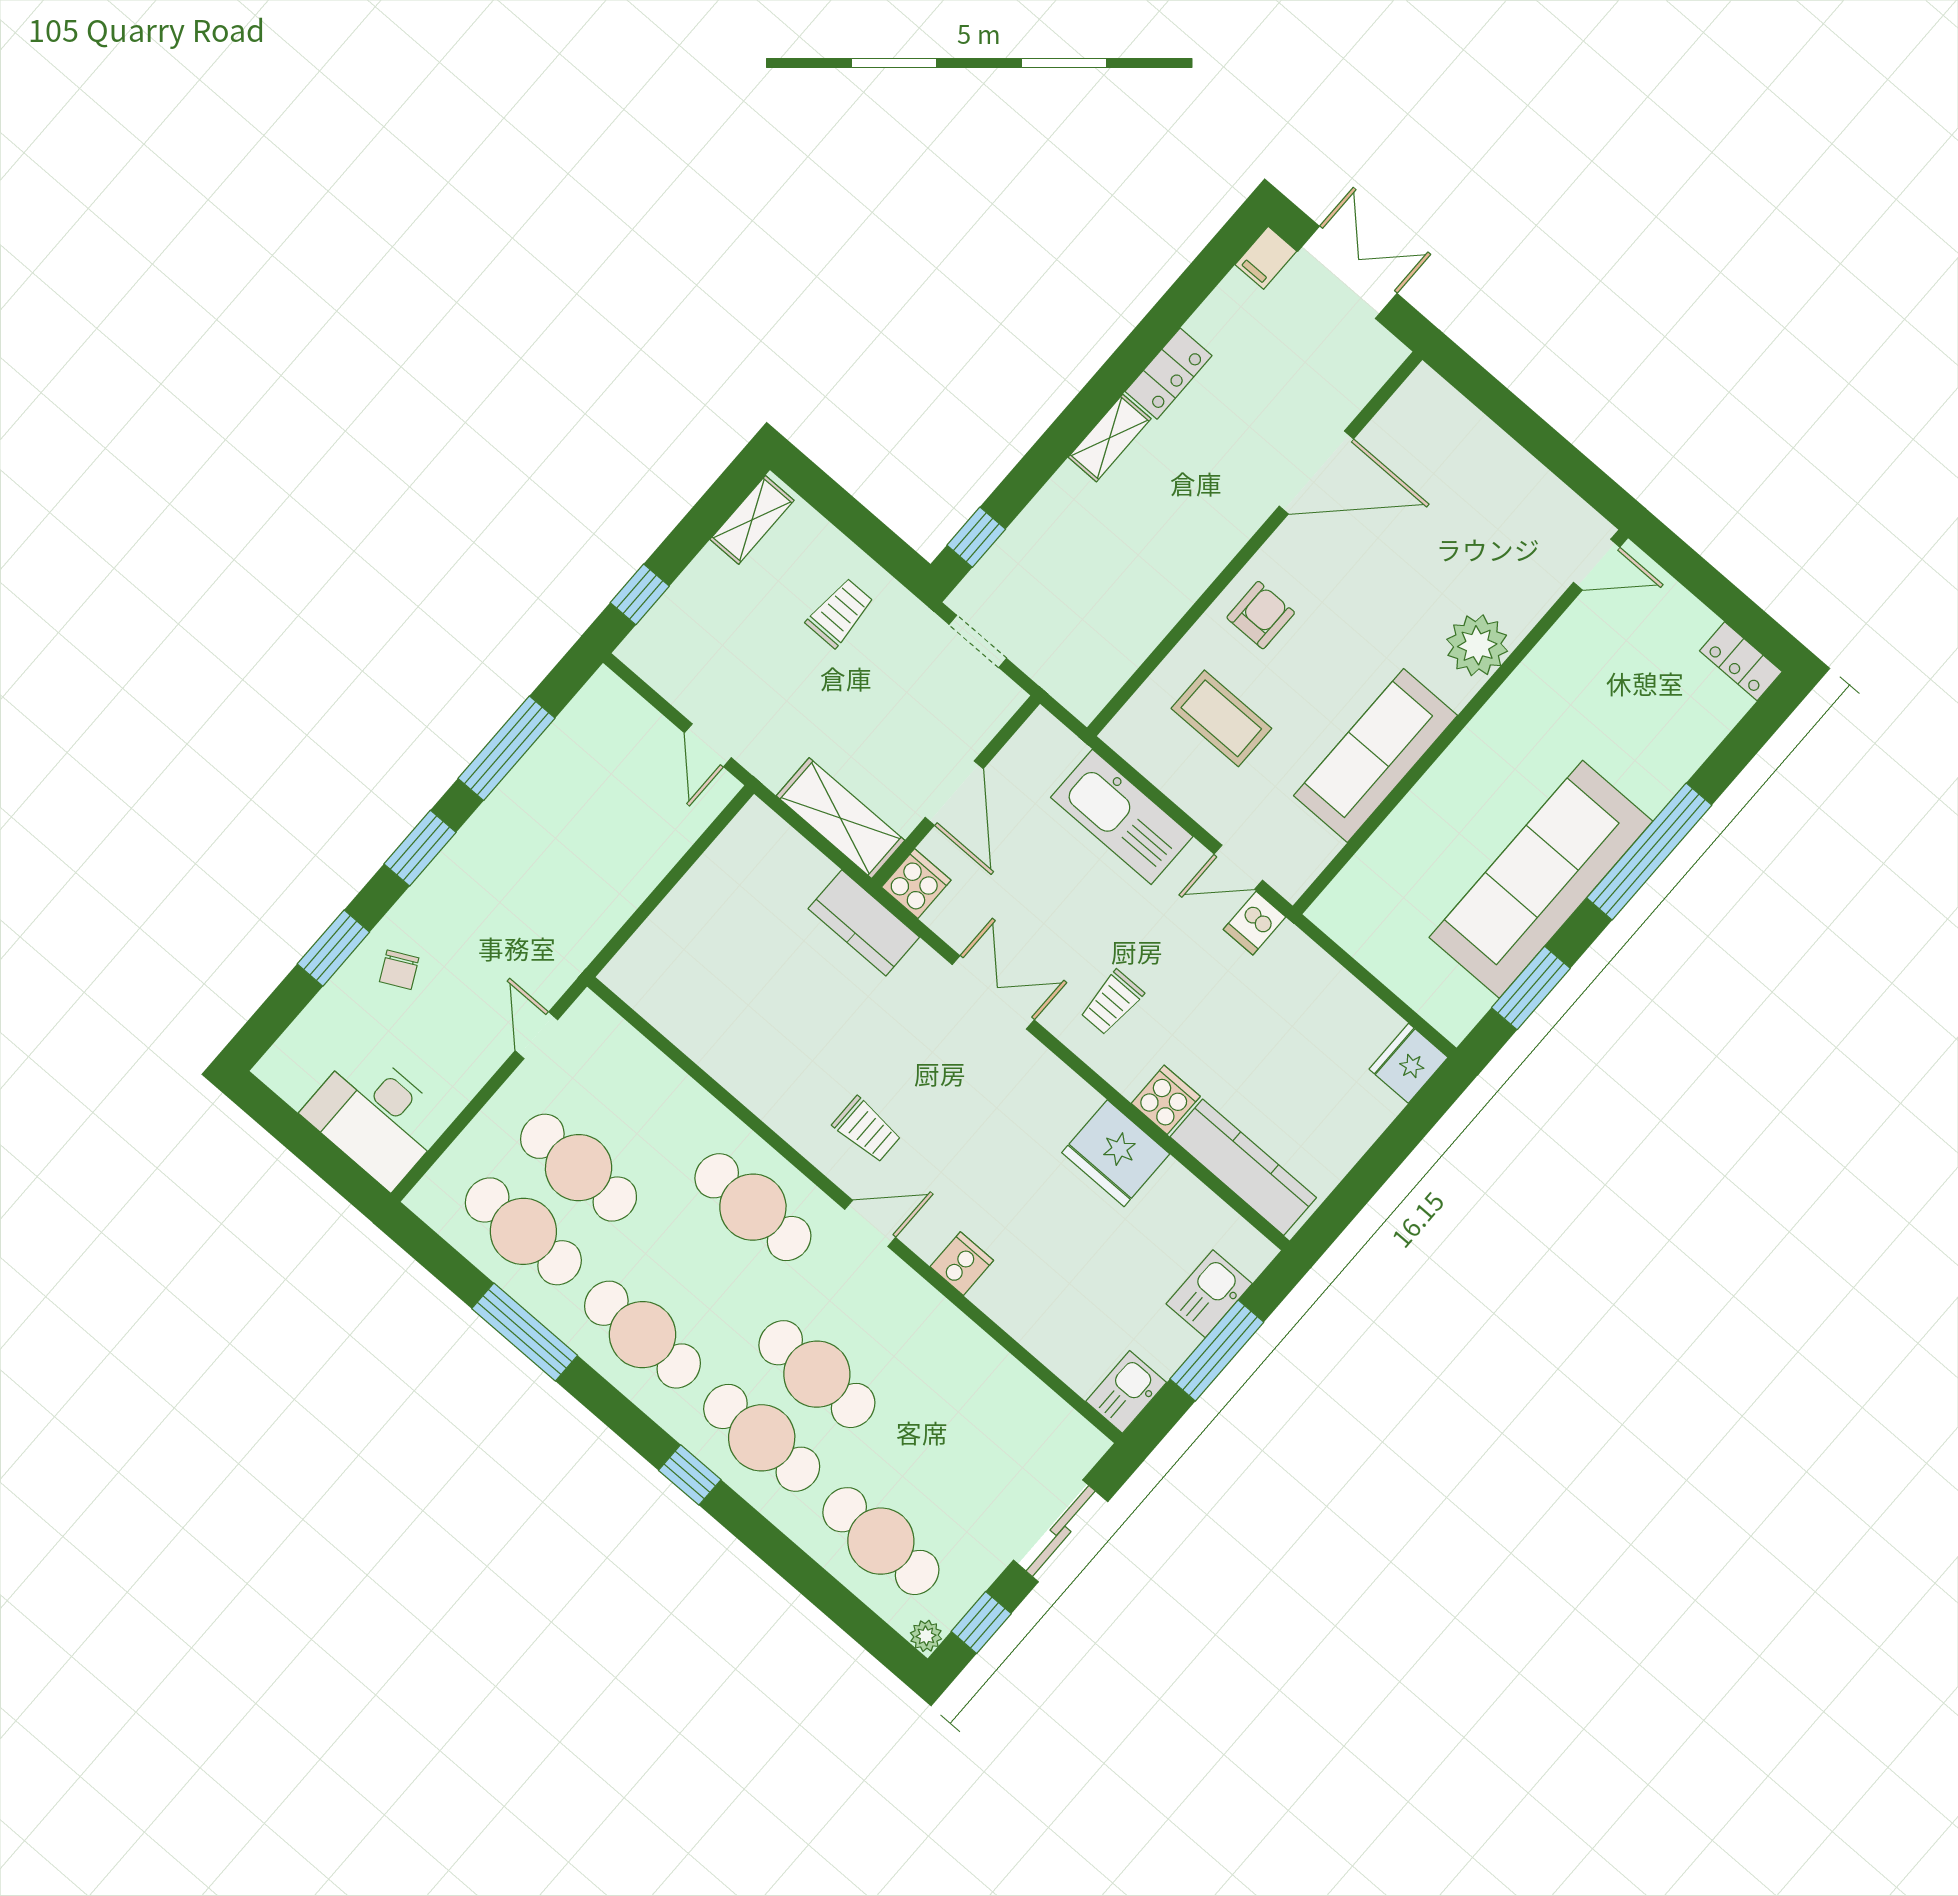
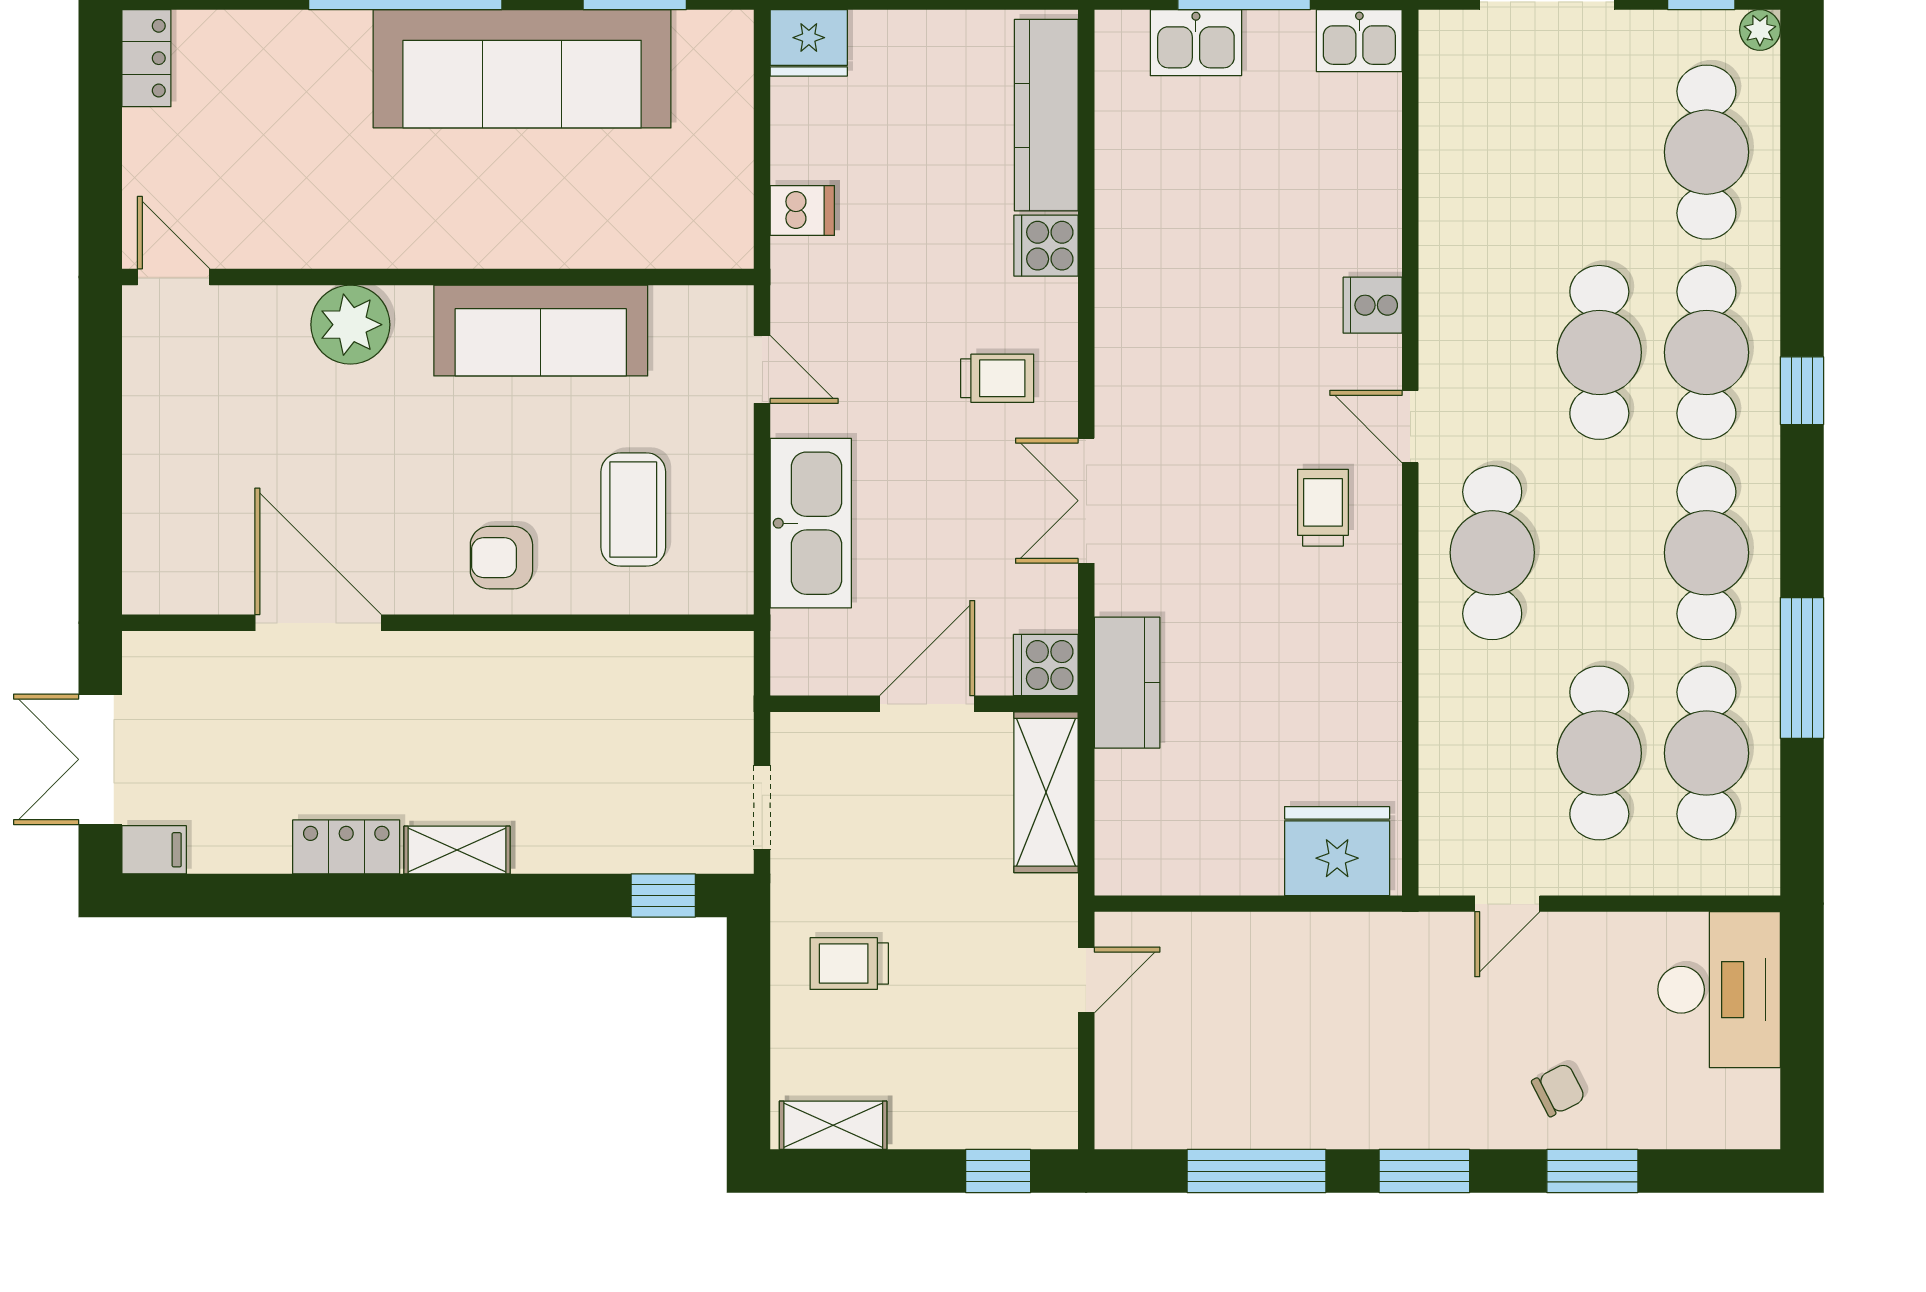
dishwasher: (1255, 923) -> (802, 211), moved
fridge: (1116, 1153) -> (1337, 851), moved, turned -90

